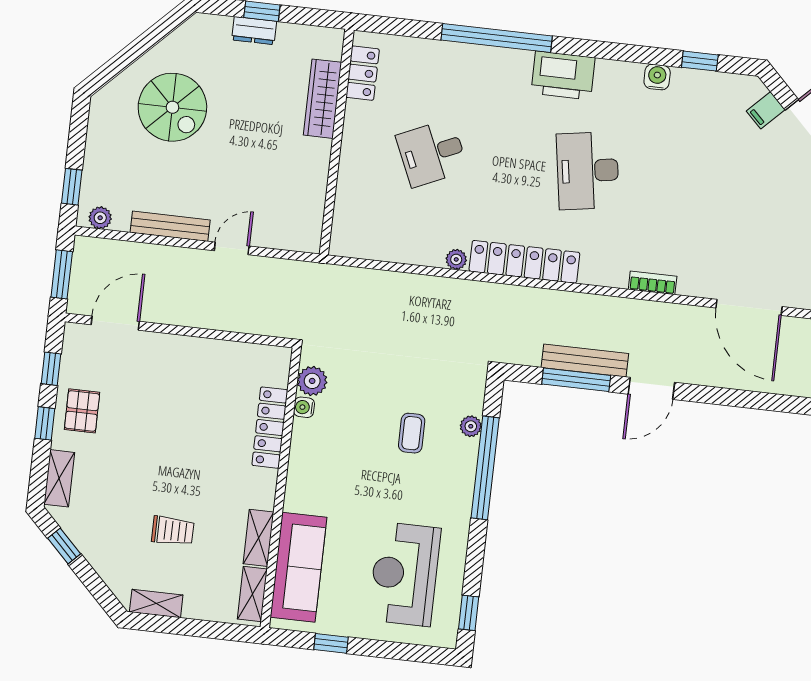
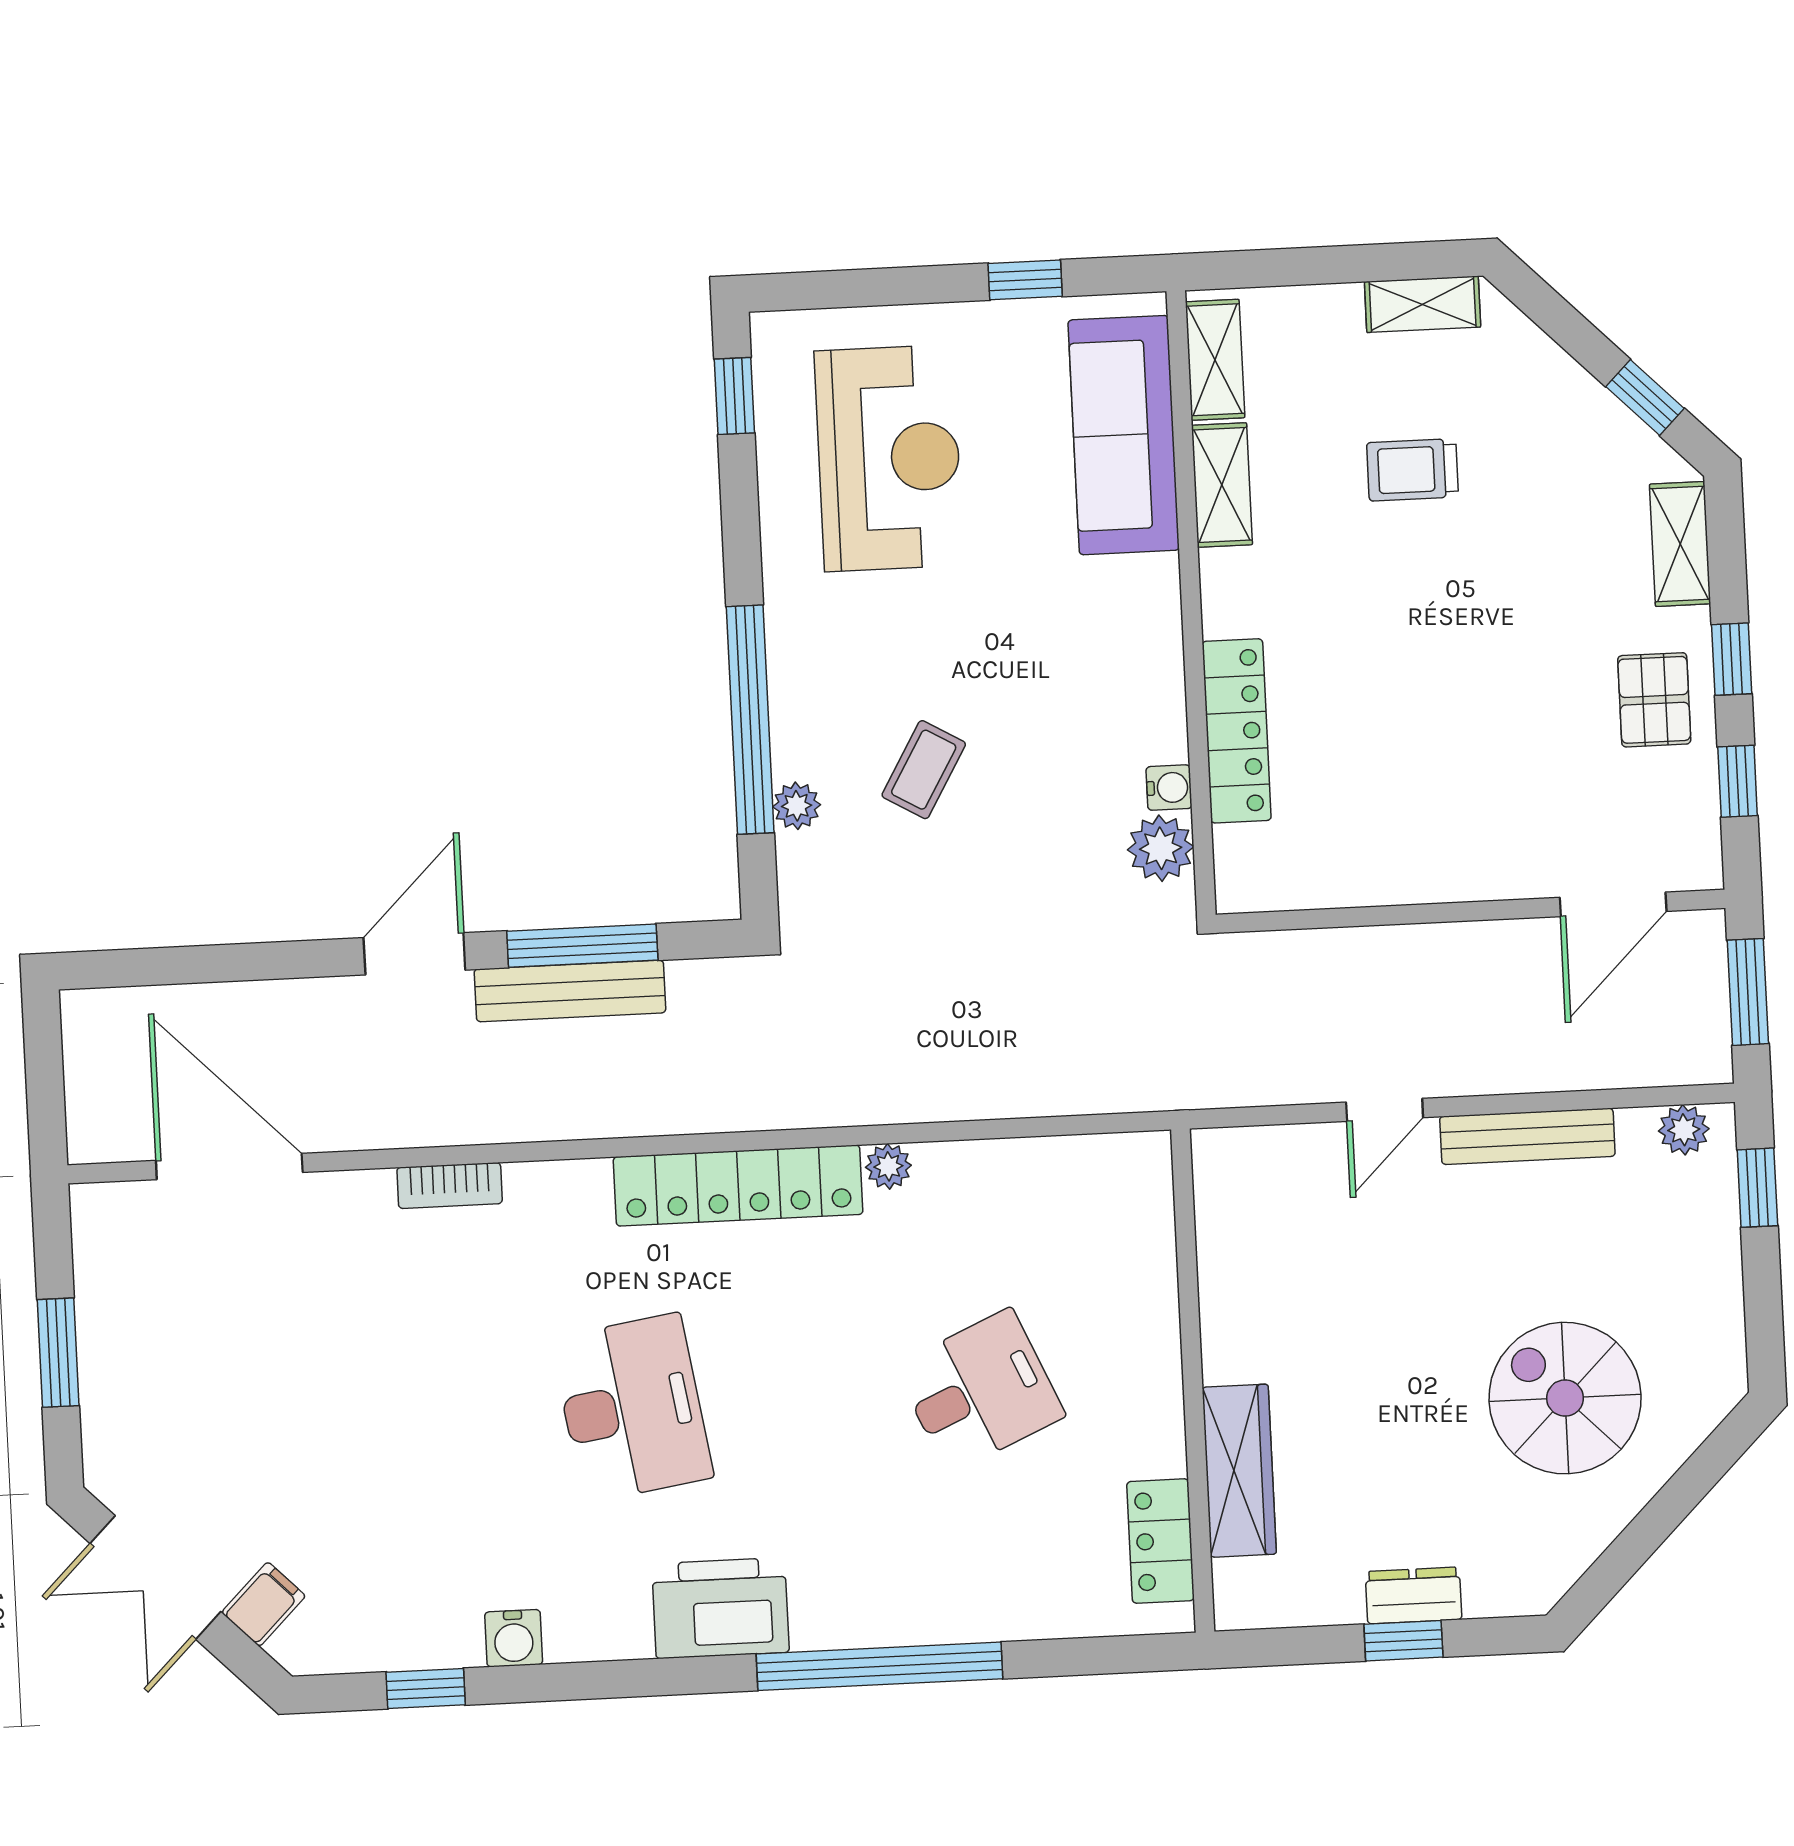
coffee table: (412, 433) -> (924, 770), turned 30

